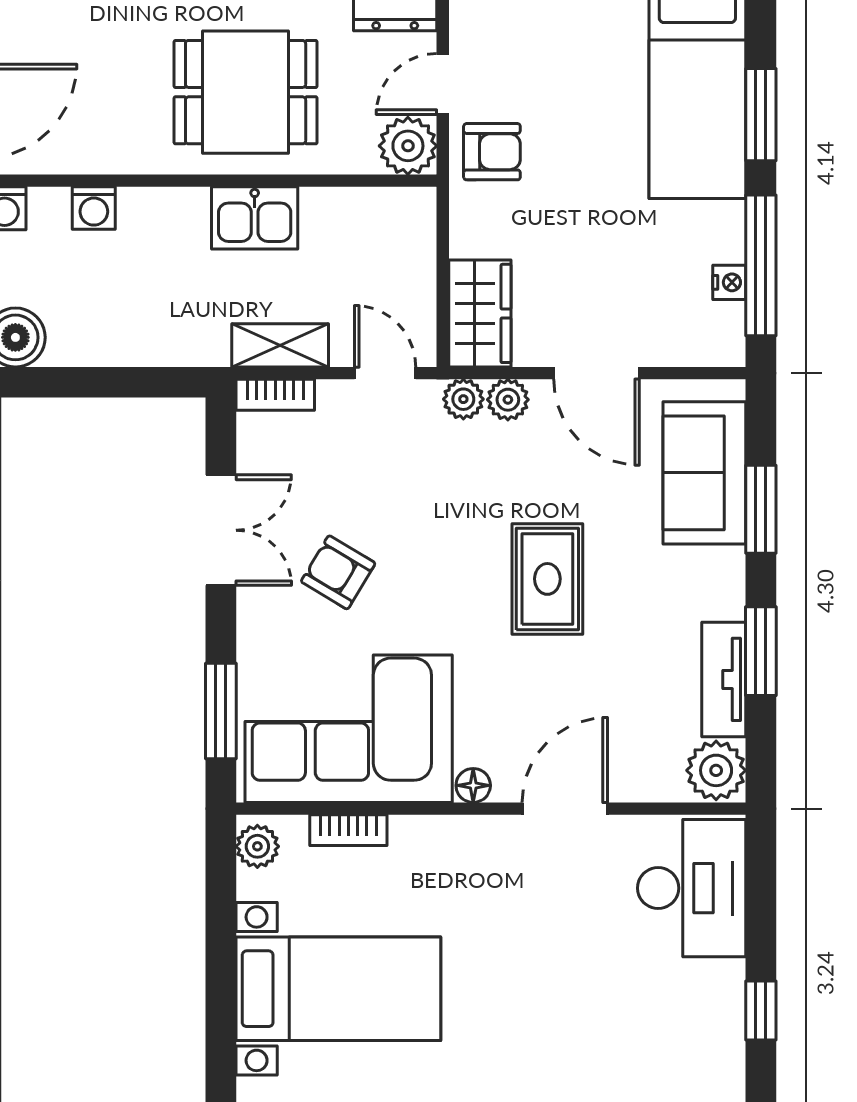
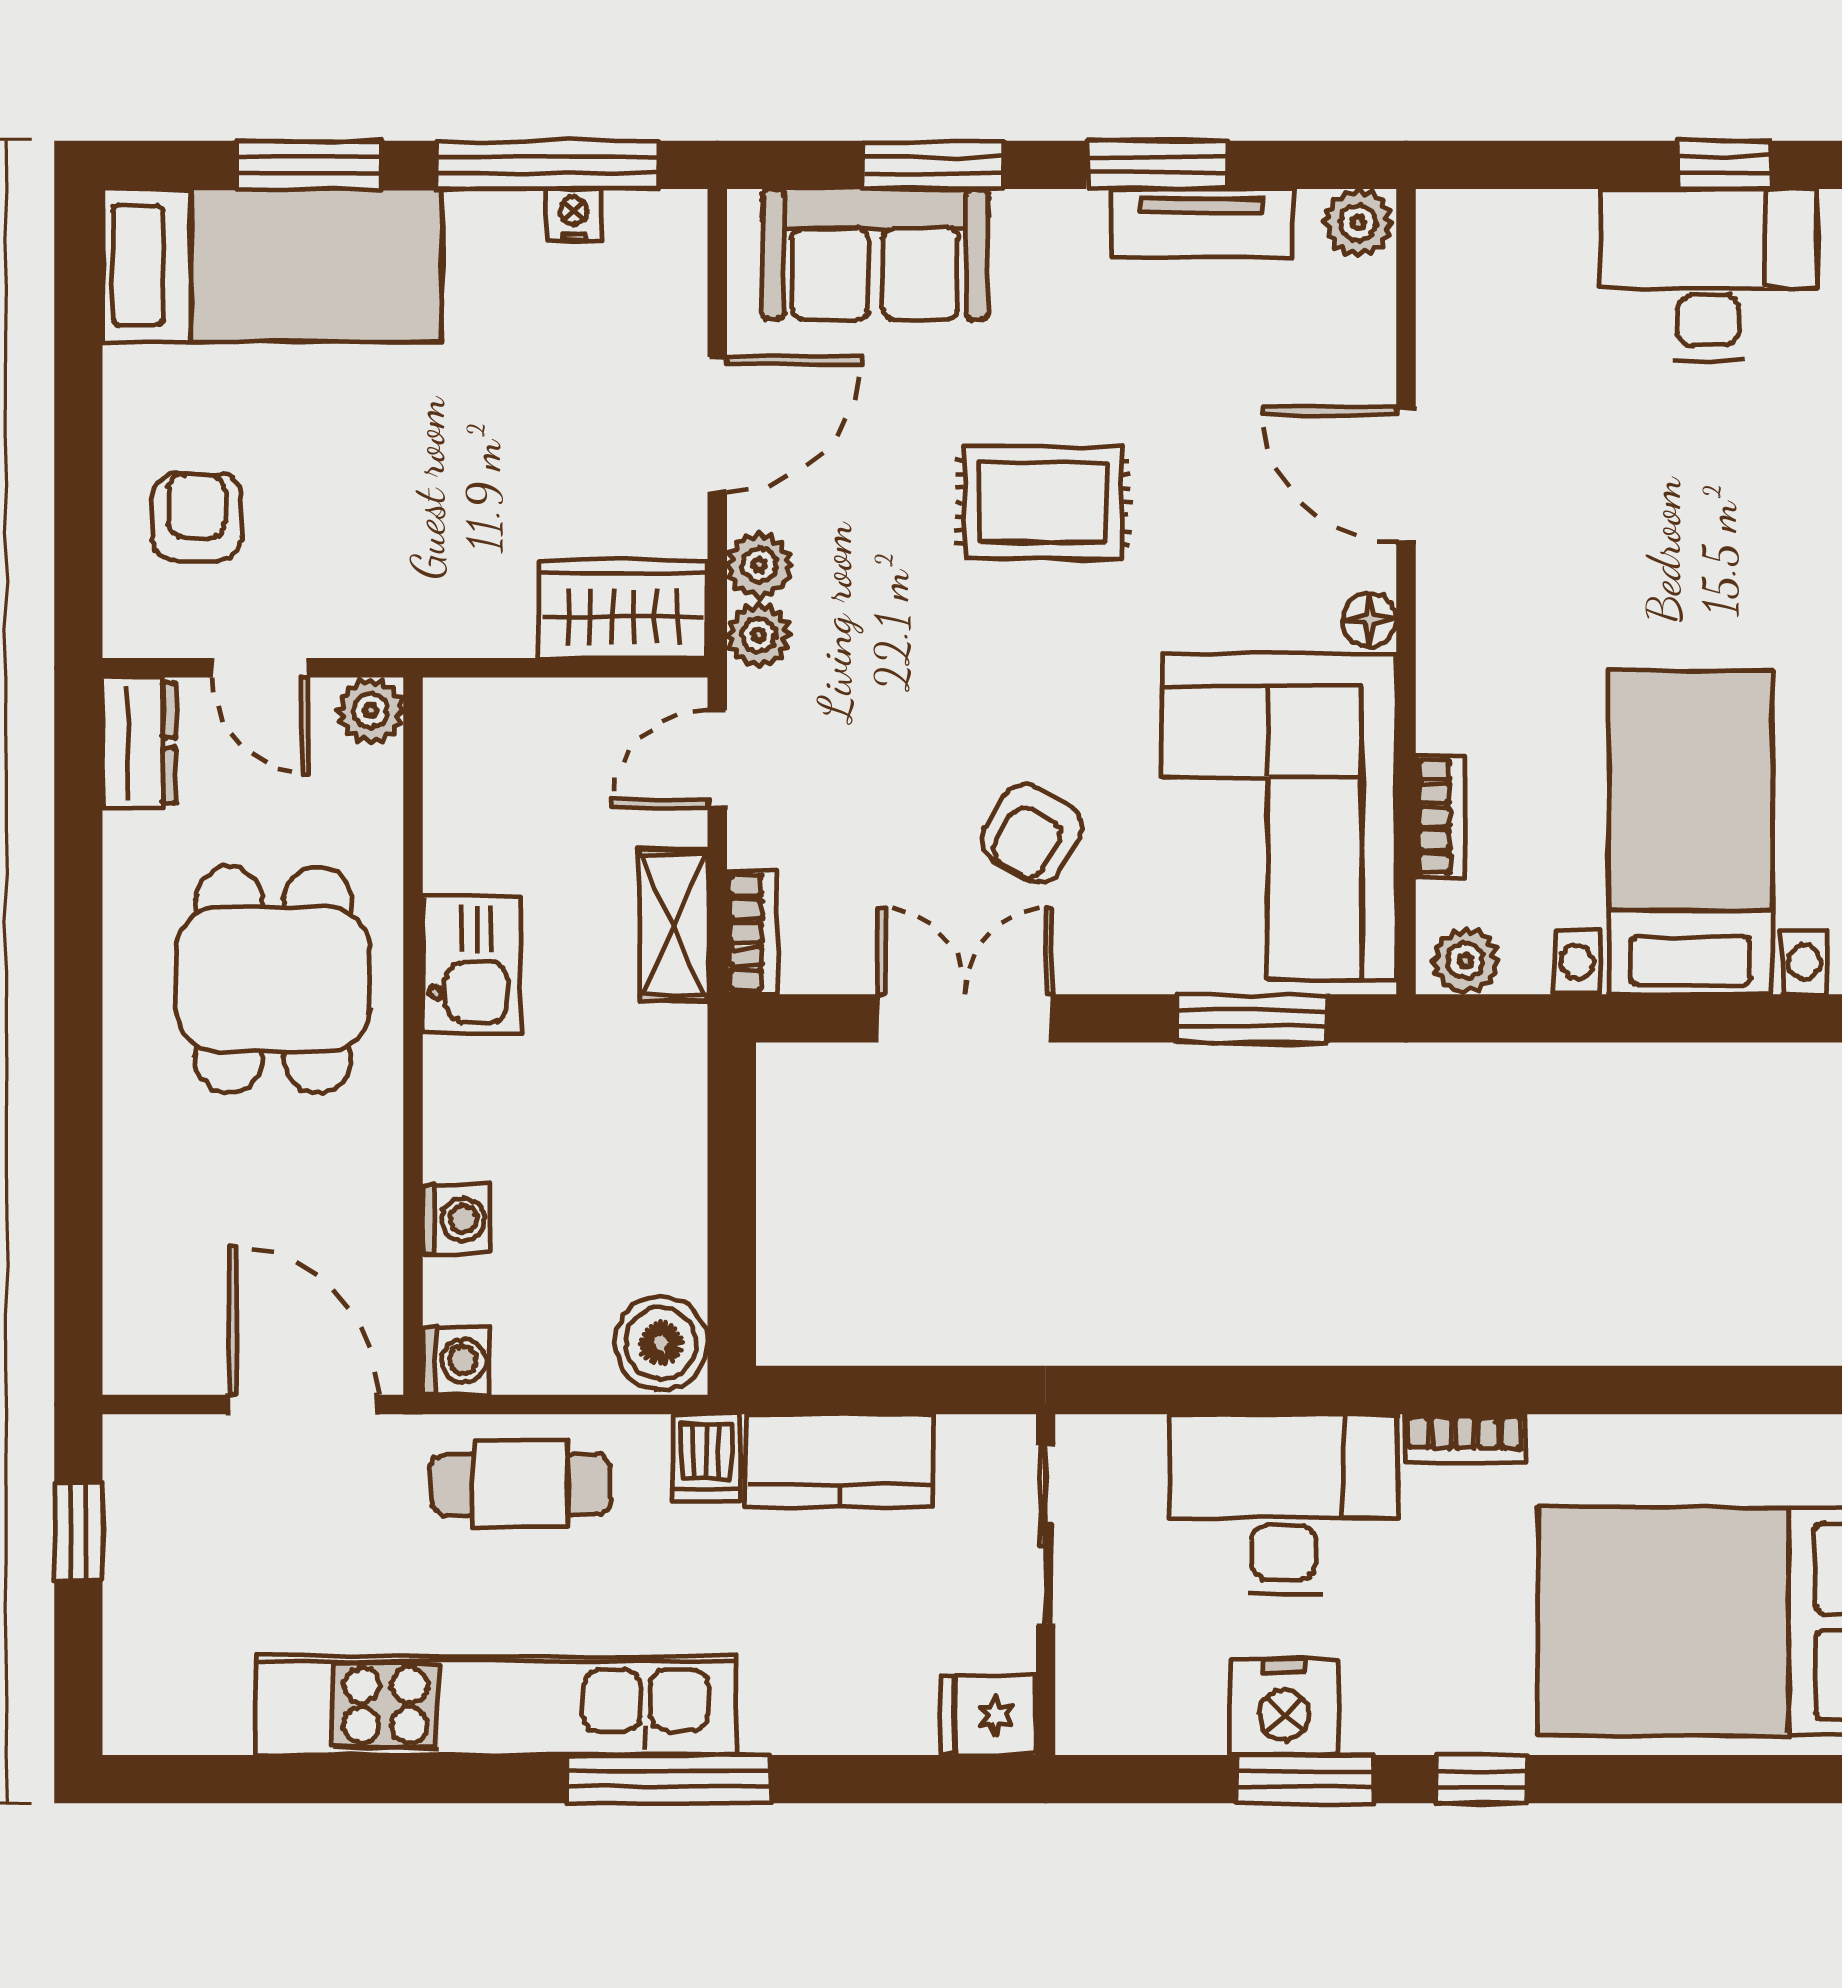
plant: (408, 146) -> (370, 710), width x0.73, depth x0.73
armchair: (492, 152) -> (197, 517), moved
plant: (716, 770) -> (1358, 223), width x0.73, depth x0.73
desk: (692, 888) -> (1708, 274), moved

